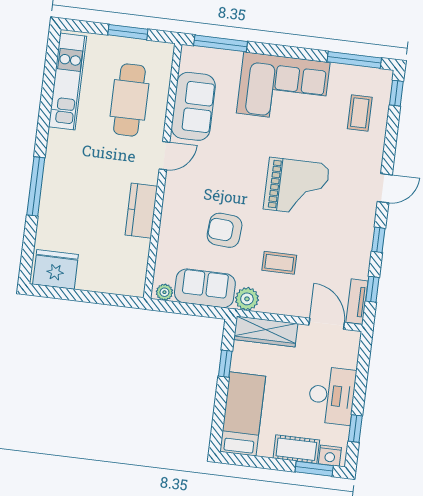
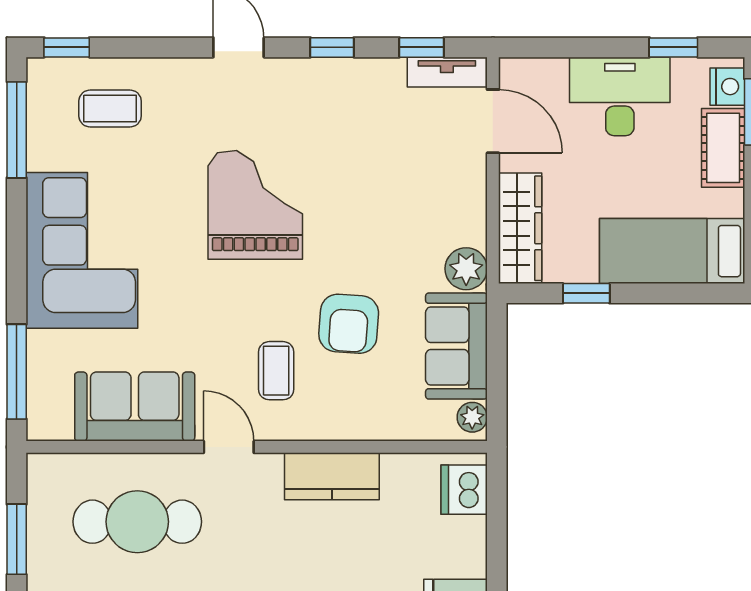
coffee table: (279, 263) -> (276, 371), moved
dishwasher: (125, 283) -> (464, 490), added
door: (327, 324) -> (493, 121), swing flipped

